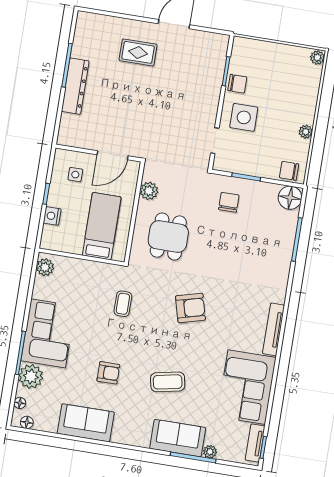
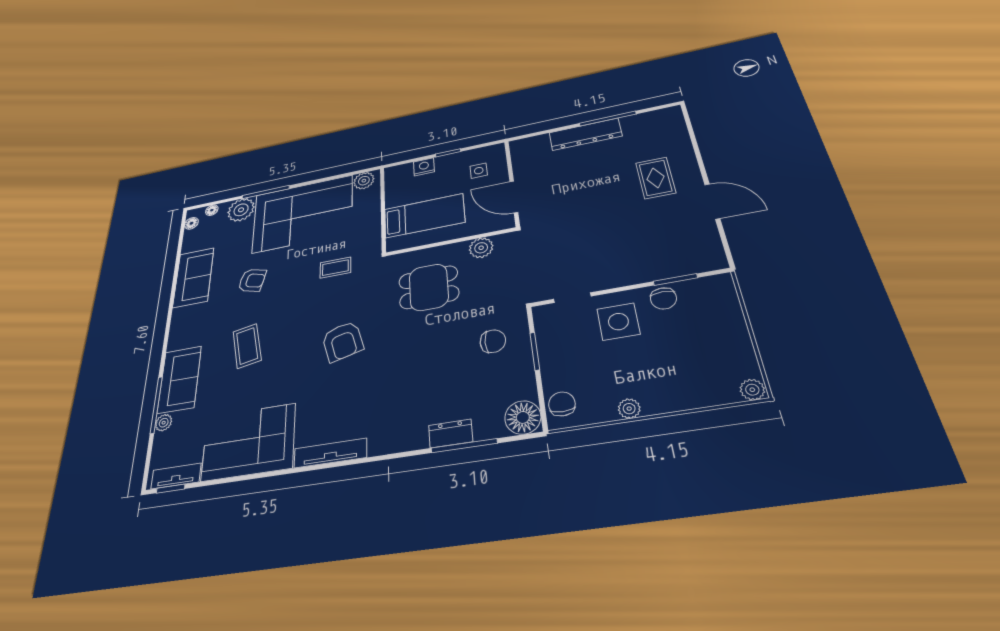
dresser: (286, 246) -> (451, 434), added
corner sofa: (48, 333) -> (303, 214), width x1.36, depth x1.36
armchair: (108, 373) -> (252, 280), turned -75

